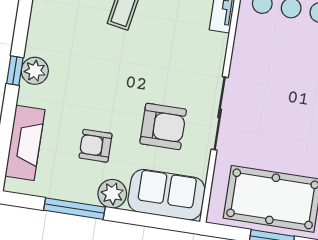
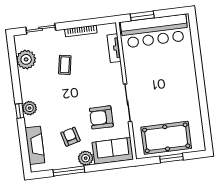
armchair: (163, 126) -> (101, 117), turned 180
armchair: (96, 146) -> (70, 137), turned 75

